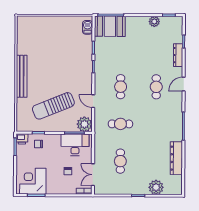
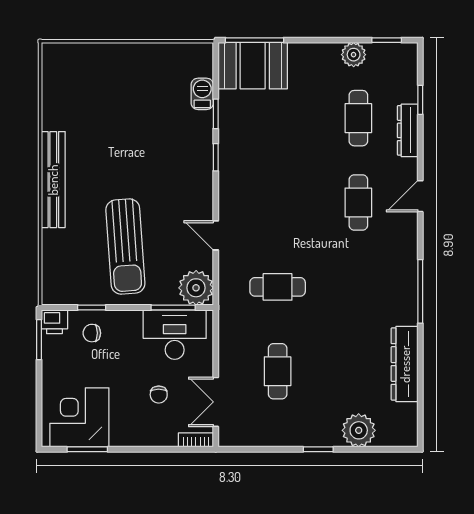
barbecue: (88, 27) -> (202, 94), moved
cafe table: (121, 87) -> (358, 118), moved
sun lounger: (53, 106) -> (125, 247), turned -72

